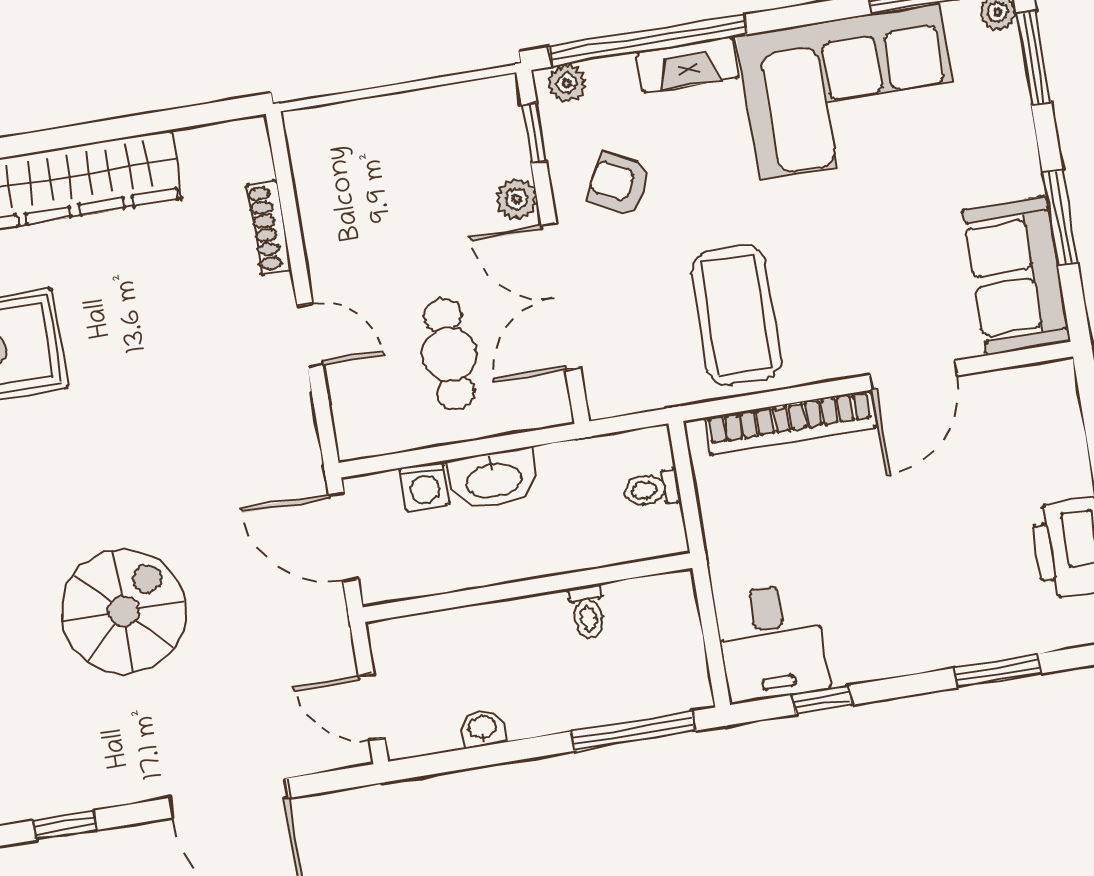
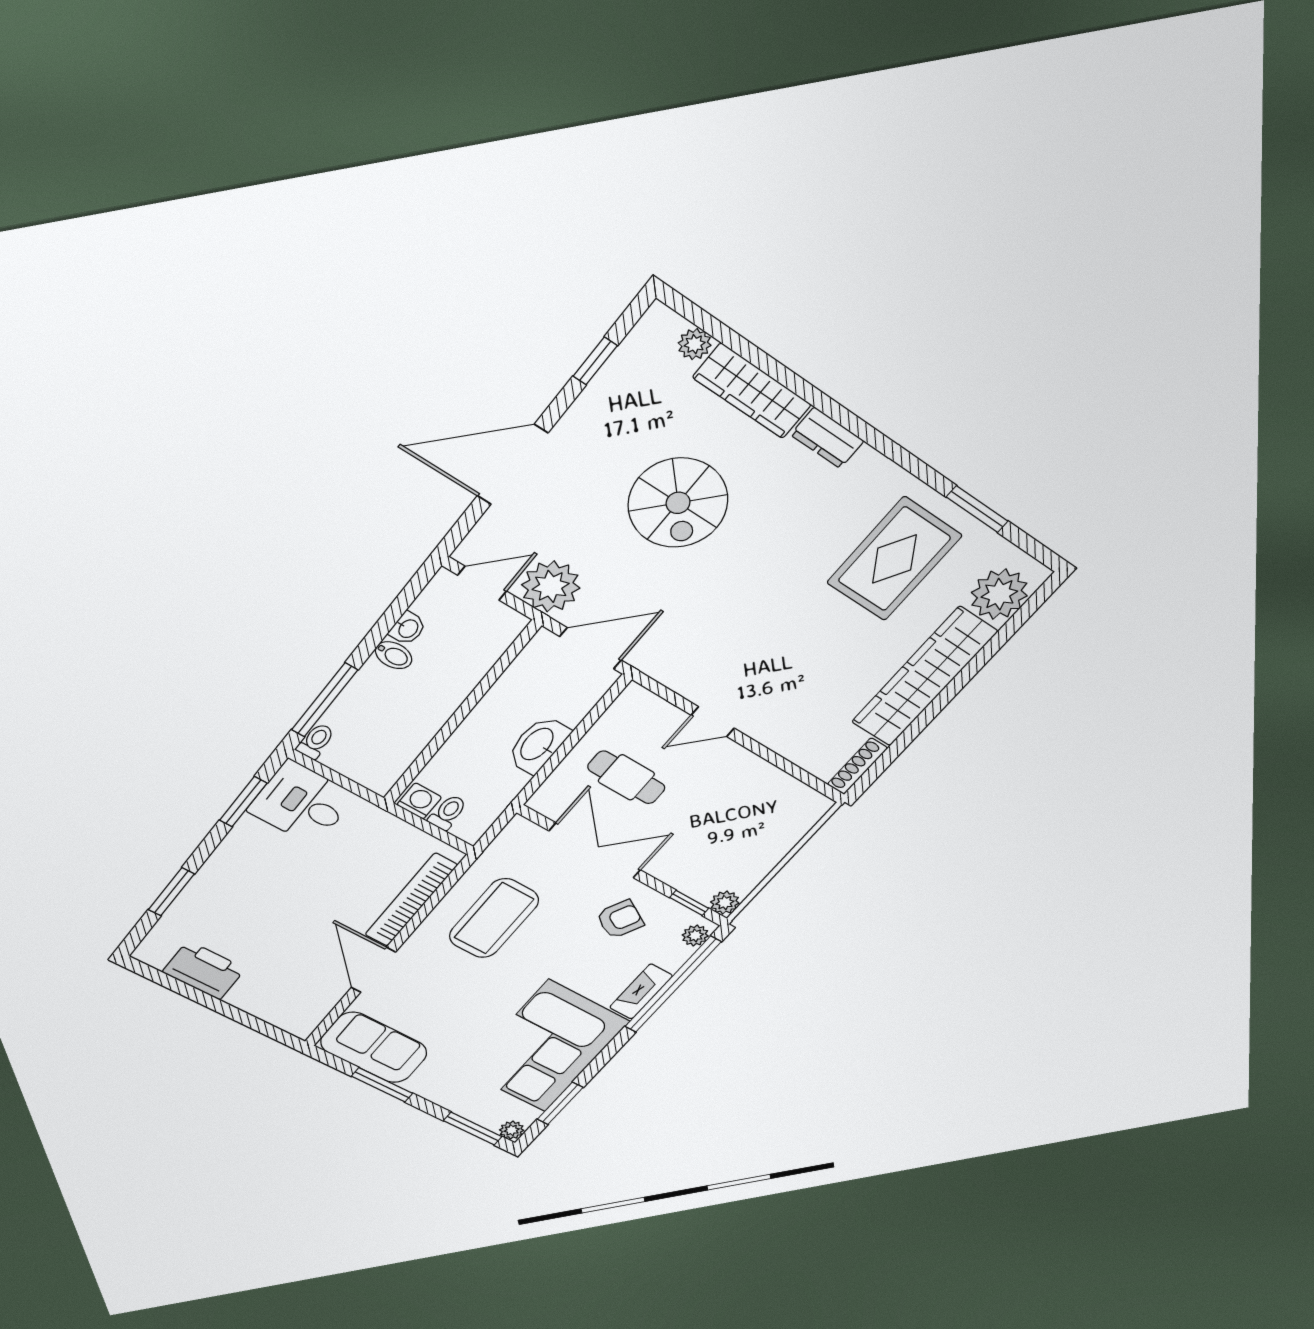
plant: (517, 199) -> (725, 903), moved
shoe rack: (269, 228) -> (857, 766), moved, turned -90
coffee table: (736, 315) -> (494, 918), turned 90
washing machine: (424, 486) -> (419, 801), moved, turned 90
toilet: (588, 612) -> (316, 741), moved, turned 90
plant: (315, 640) -> (551, 586), added
window: (822, 700) -> (243, 802), width x1.50
bidet: (524, 714) -> (394, 655), added

